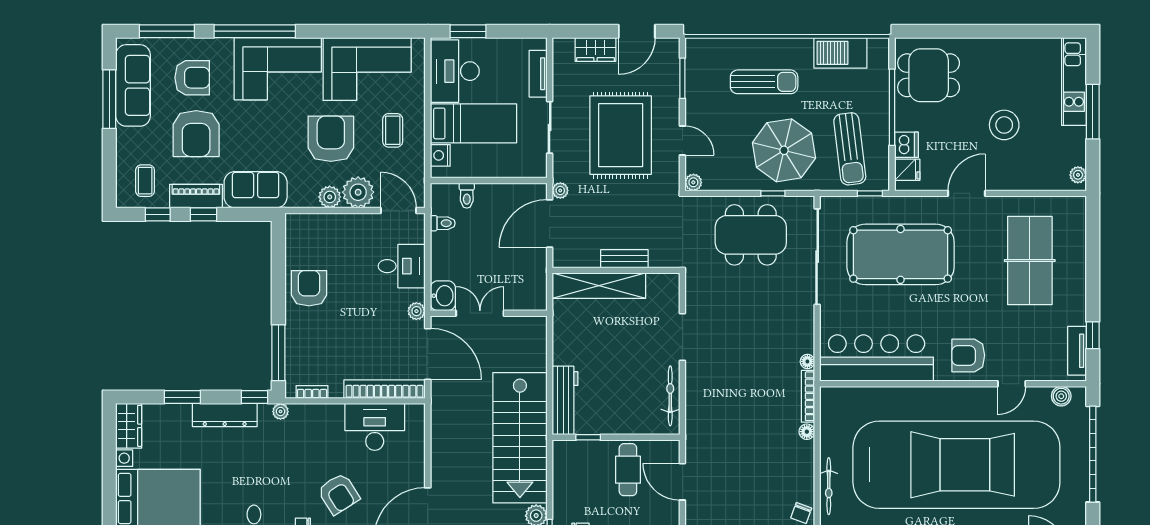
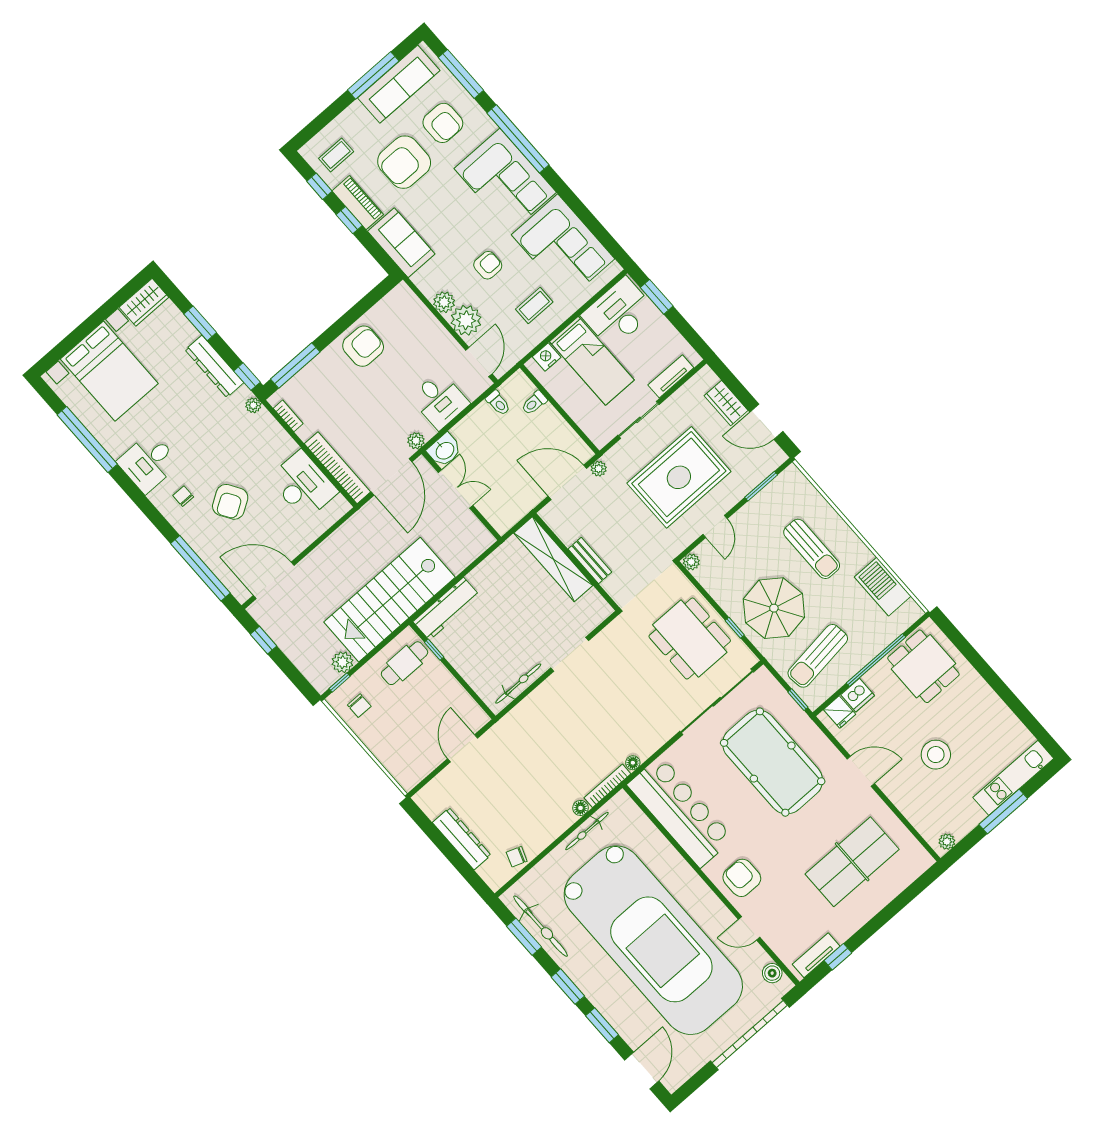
armchair: (331, 139) -> (488, 265), width x0.53, depth x0.53
cafe table: (628, 470) -> (404, 663), moved
bicycle: (829, 486) -> (587, 831), moved

